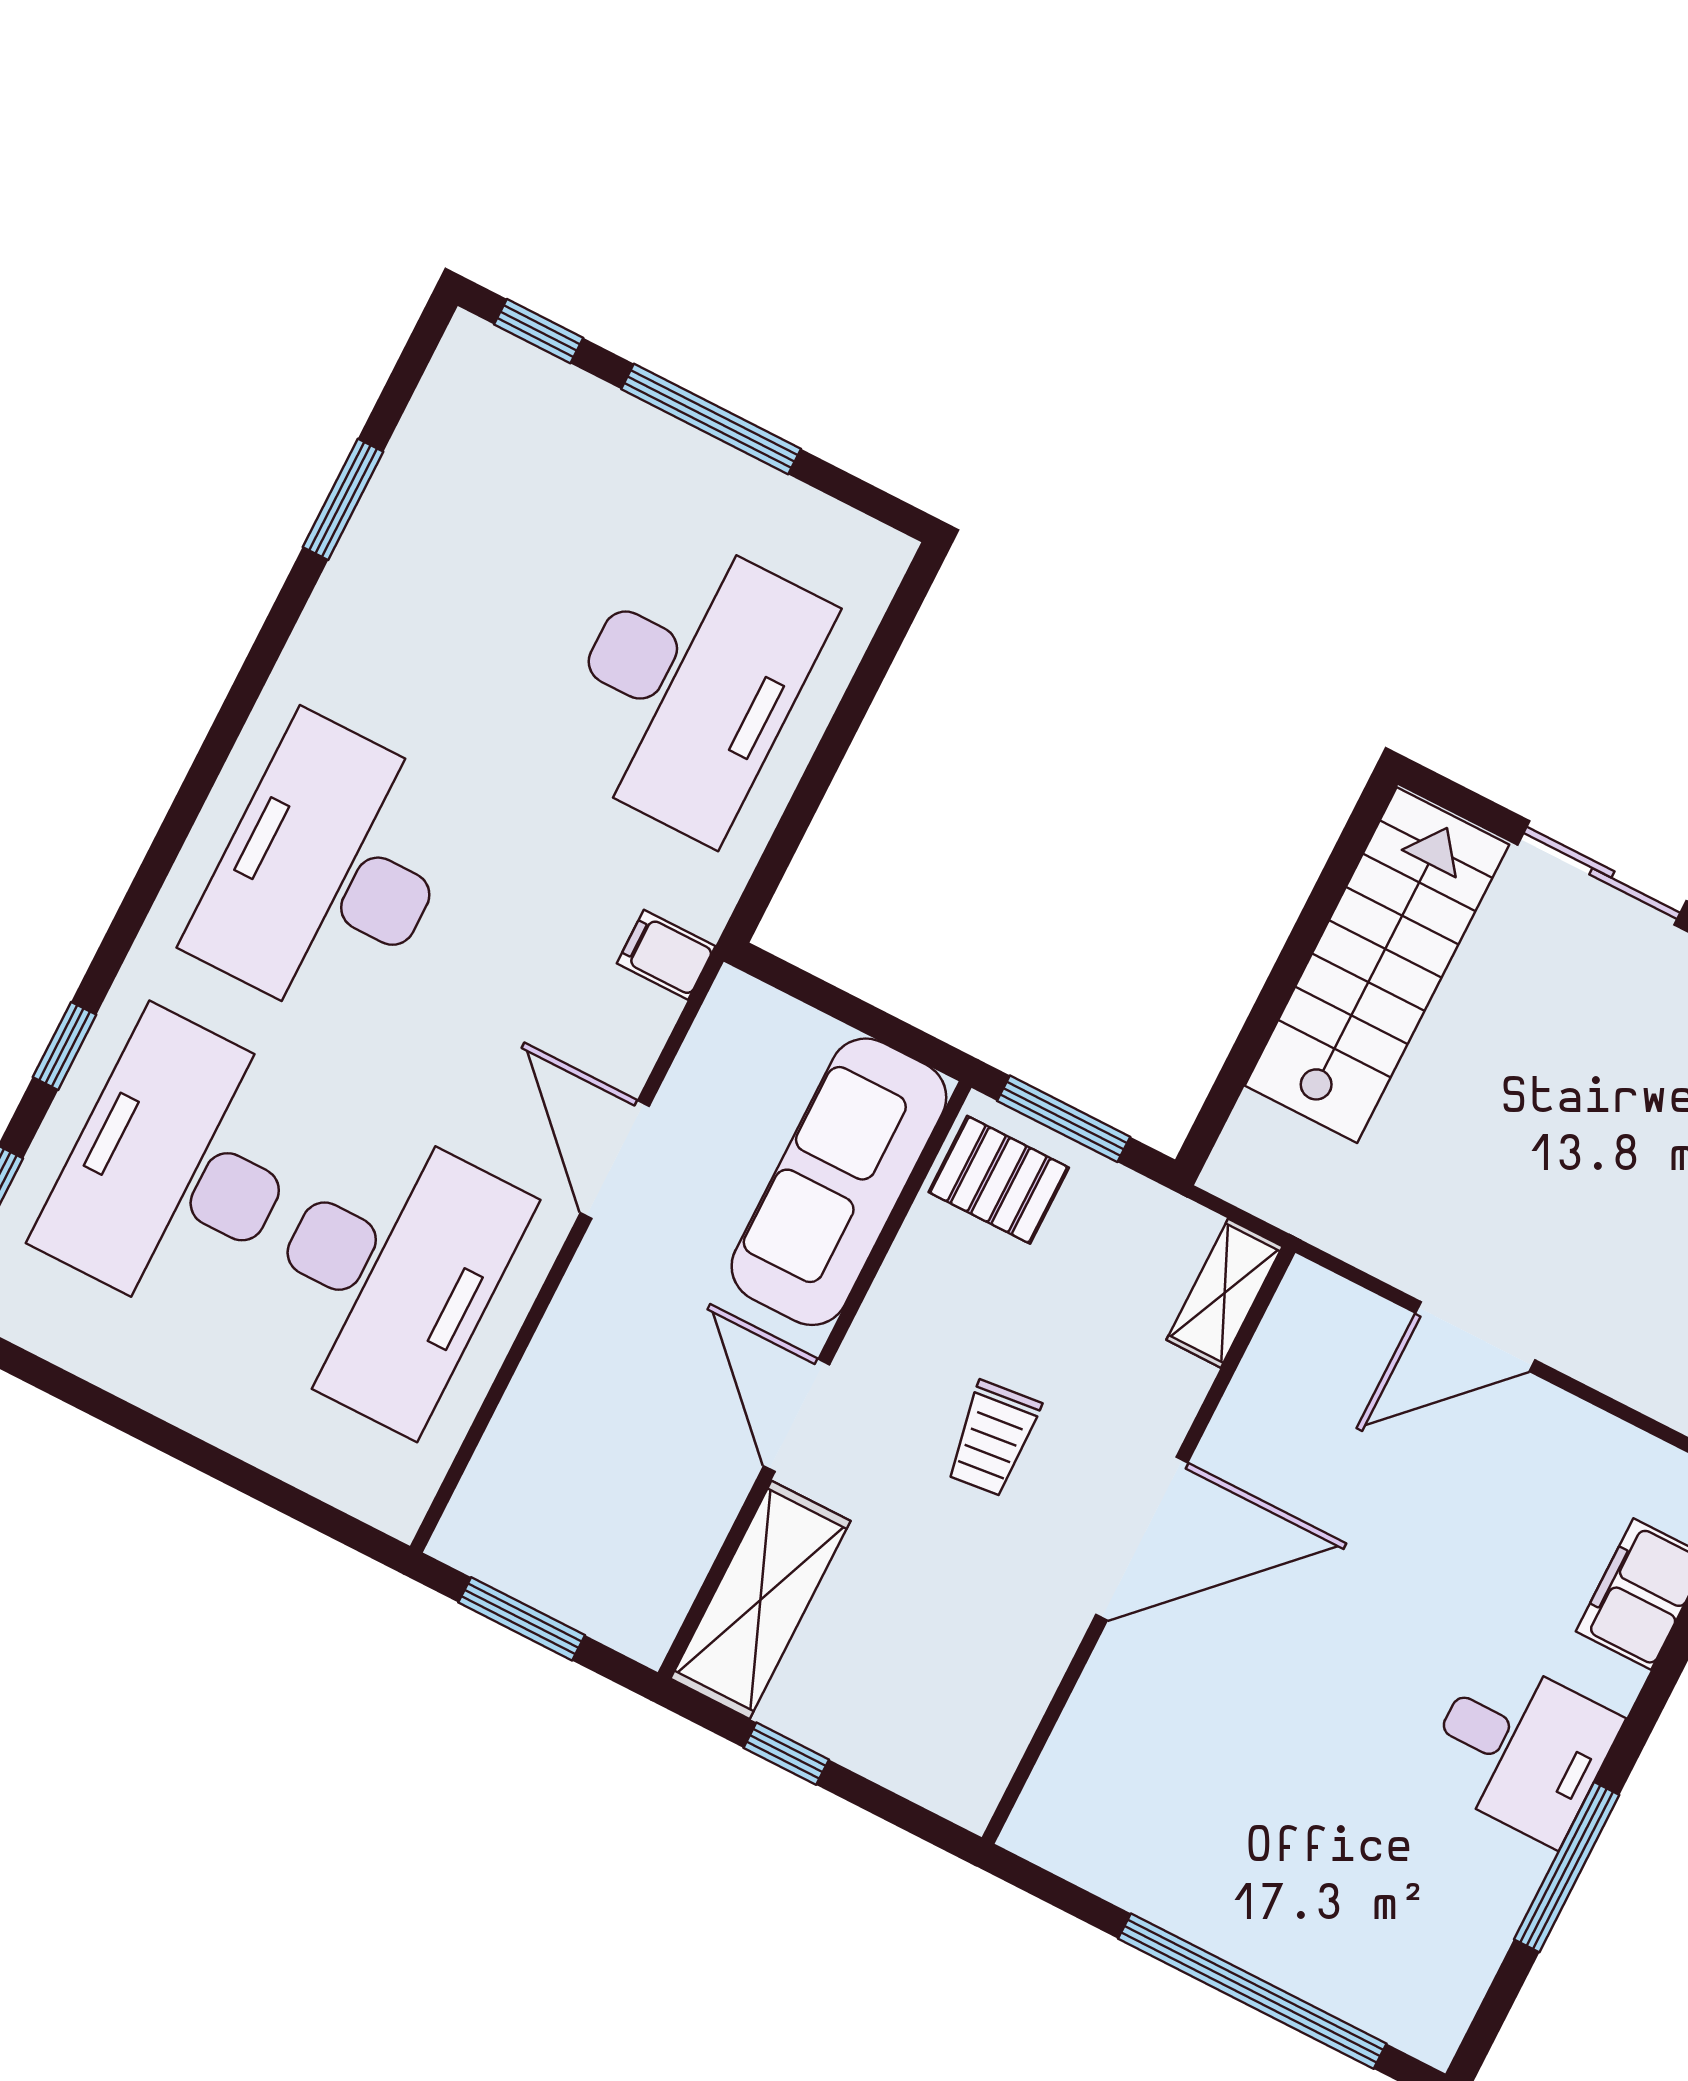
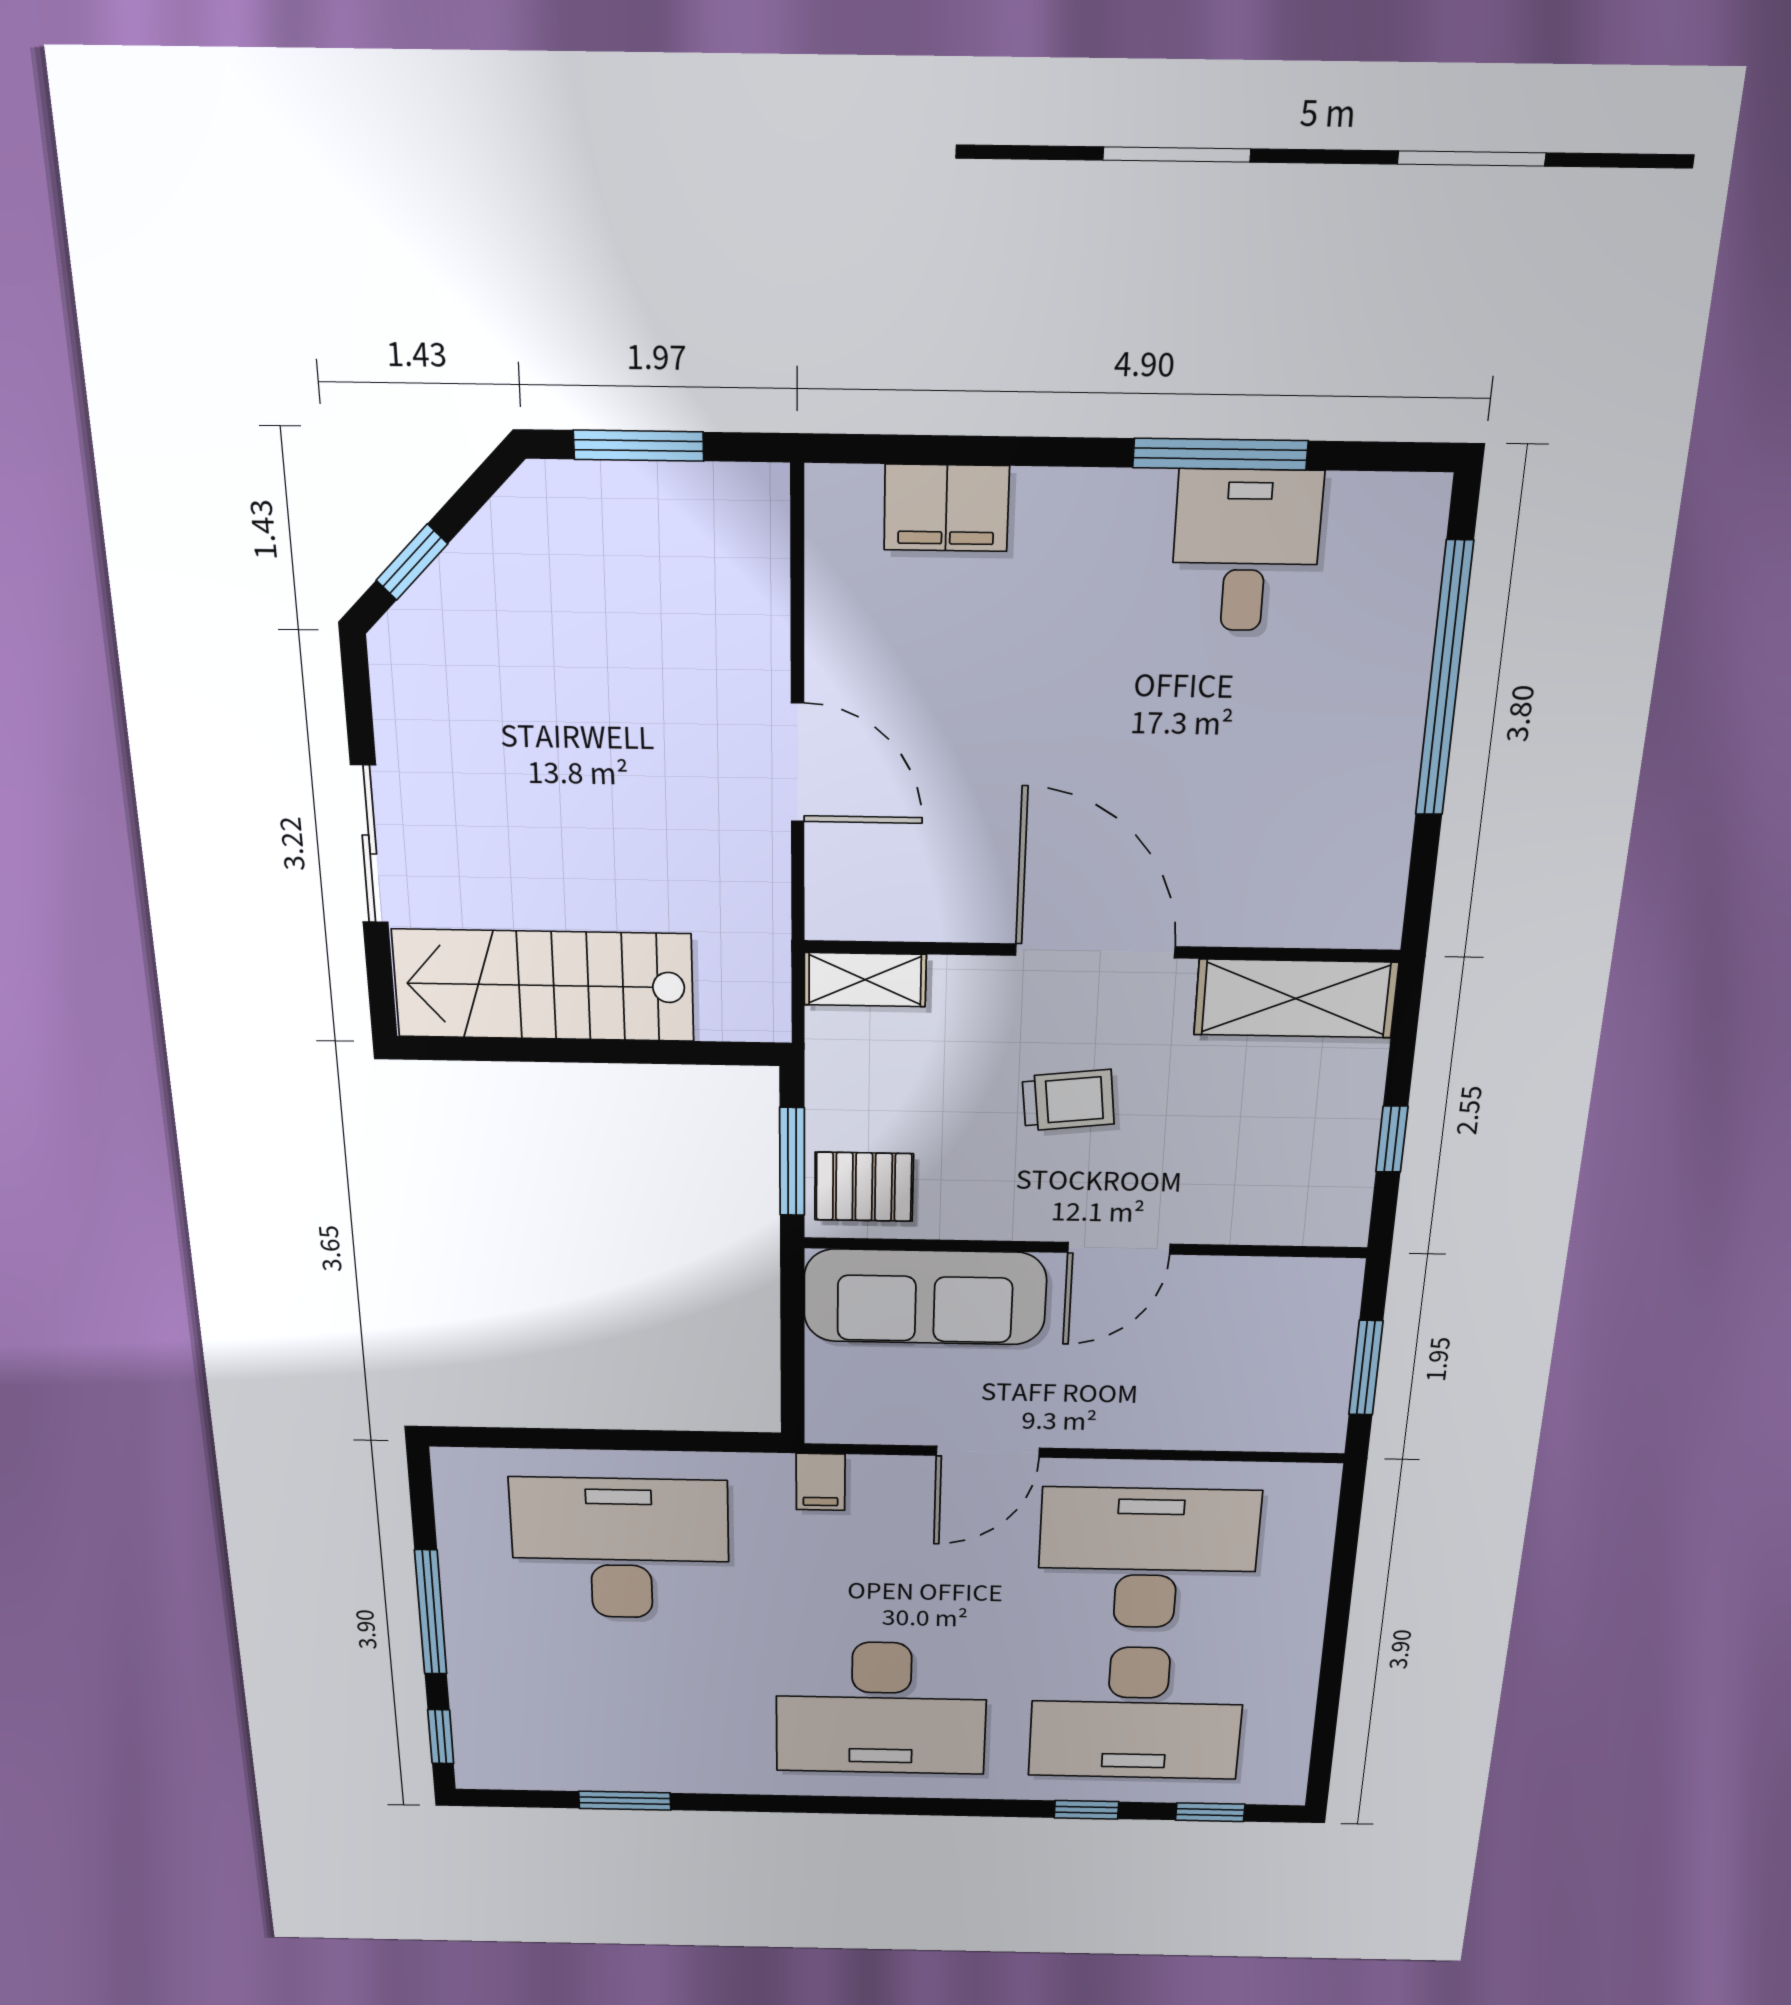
pallet: (999, 1180) -> (864, 1187), turned 90
shelving: (760, 1600) -> (1296, 999), moved
desk: (1521, 1748) -> (1246, 551), moved

